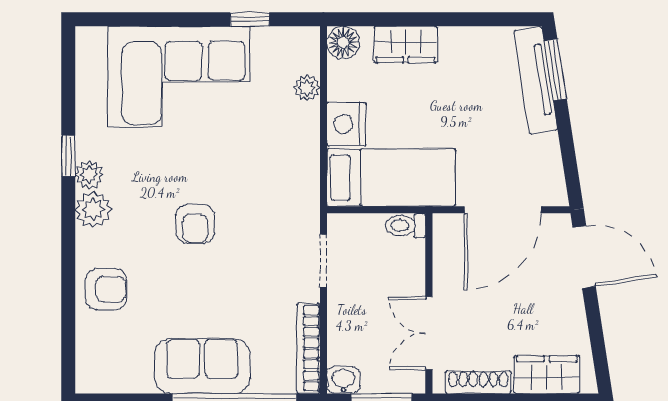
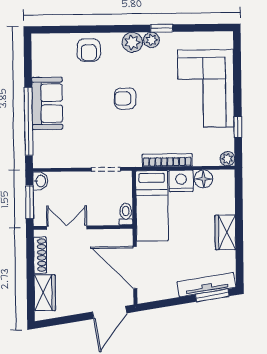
floor lamp: (343, 43) -> (204, 179), moved
wardrobe: (406, 44) -> (225, 232), moved
plant: (307, 88) -> (227, 159), moved
bookcase: (308, 348) -> (167, 160), moved

